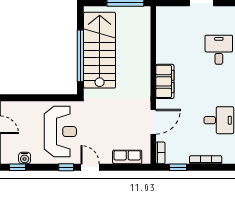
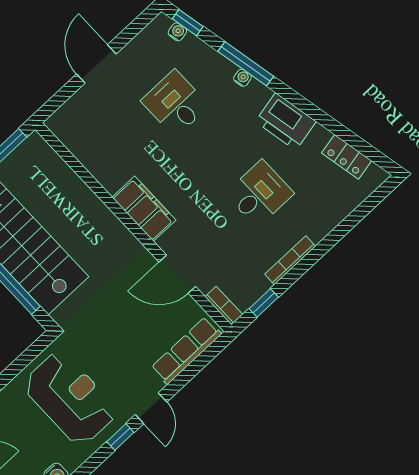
door: (153, 122) -> (177, 274), swing flipped
row of seats: (127, 157) -> (186, 351), width x1.48
door: (90, 167) -> (151, 408), swing flipped

